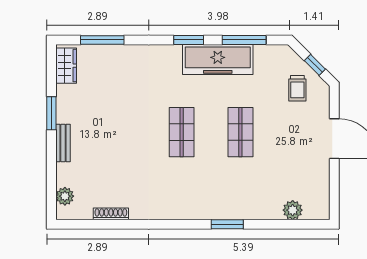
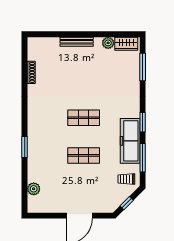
trolley: (297, 88) -> (126, 179), moved
window: (51, 113) -> (96, 34), removed
bench: (63, 143) -> (77, 42), width x1.36
plant: (65, 196) -> (108, 43), moved

